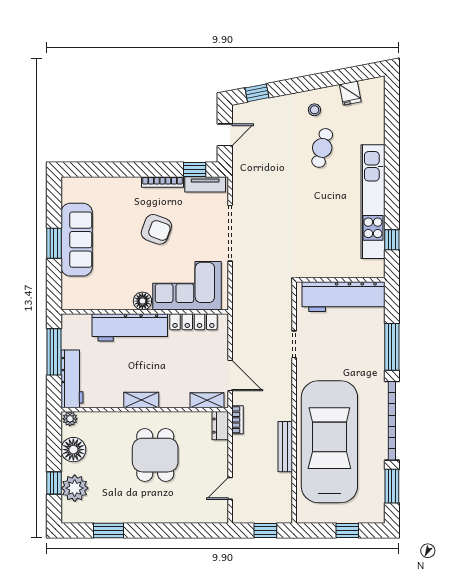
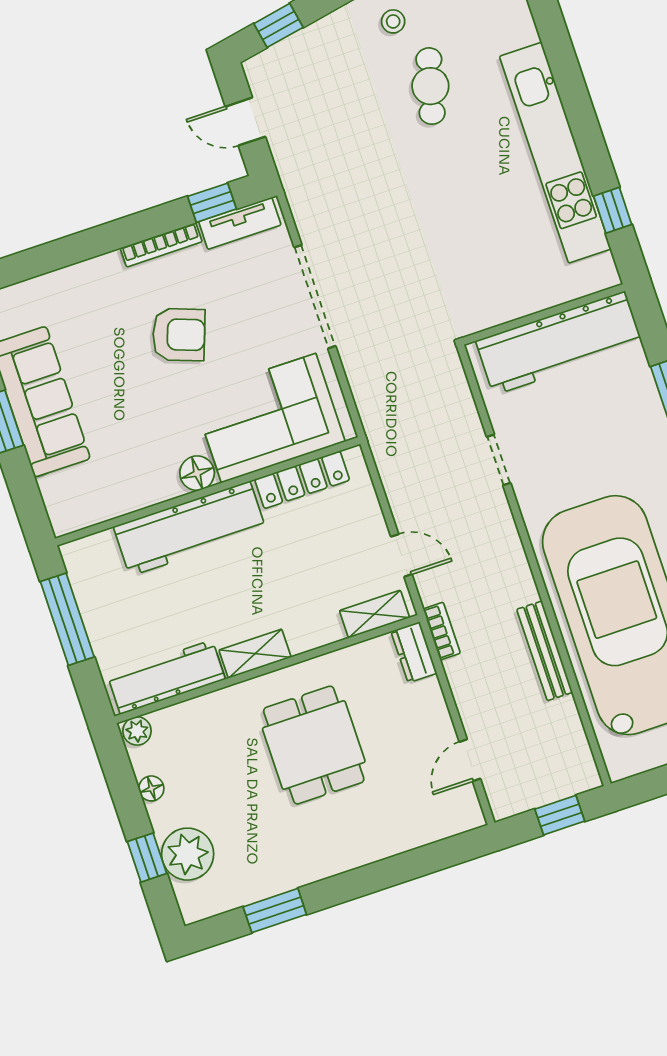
door: (225, 135) -> (245, 122), swing flipped
door: (230, 376) -> (401, 555), width x0.73
workbench: (72, 379) -> (166, 677), moved, turned -90
floor lamp: (73, 450) -> (151, 788), width x0.53, depth x0.53

